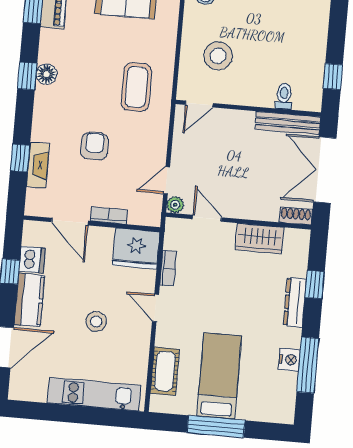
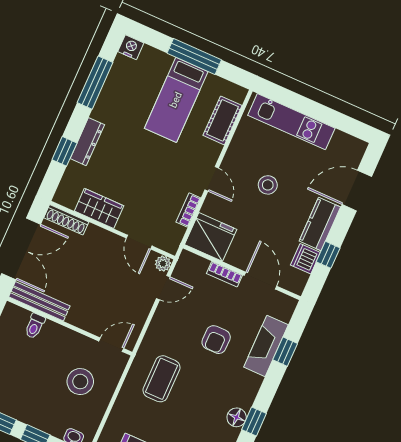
fireplace: (38, 165) -> (266, 346), width x1.37, depth x1.32
shoe rack: (296, 216) -> (66, 220), width x1.43
nightstand: (289, 360) -> (131, 47), moved, turned 90

